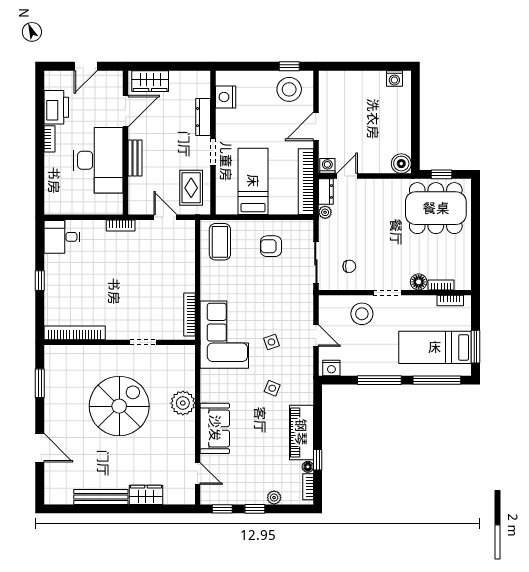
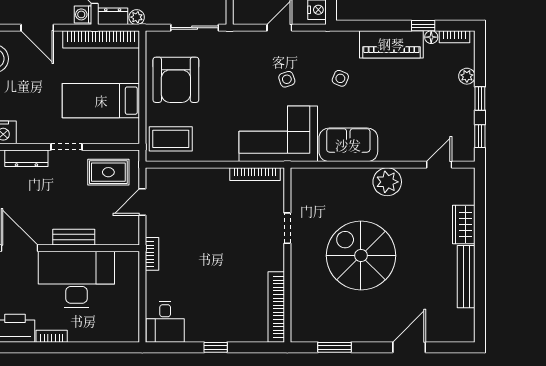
armchair: (271, 246) -> (176, 80), width x1.88, depth x1.88
plant: (183, 403) -> (387, 182), moved
sofa: (215, 428) -> (348, 145), moved

